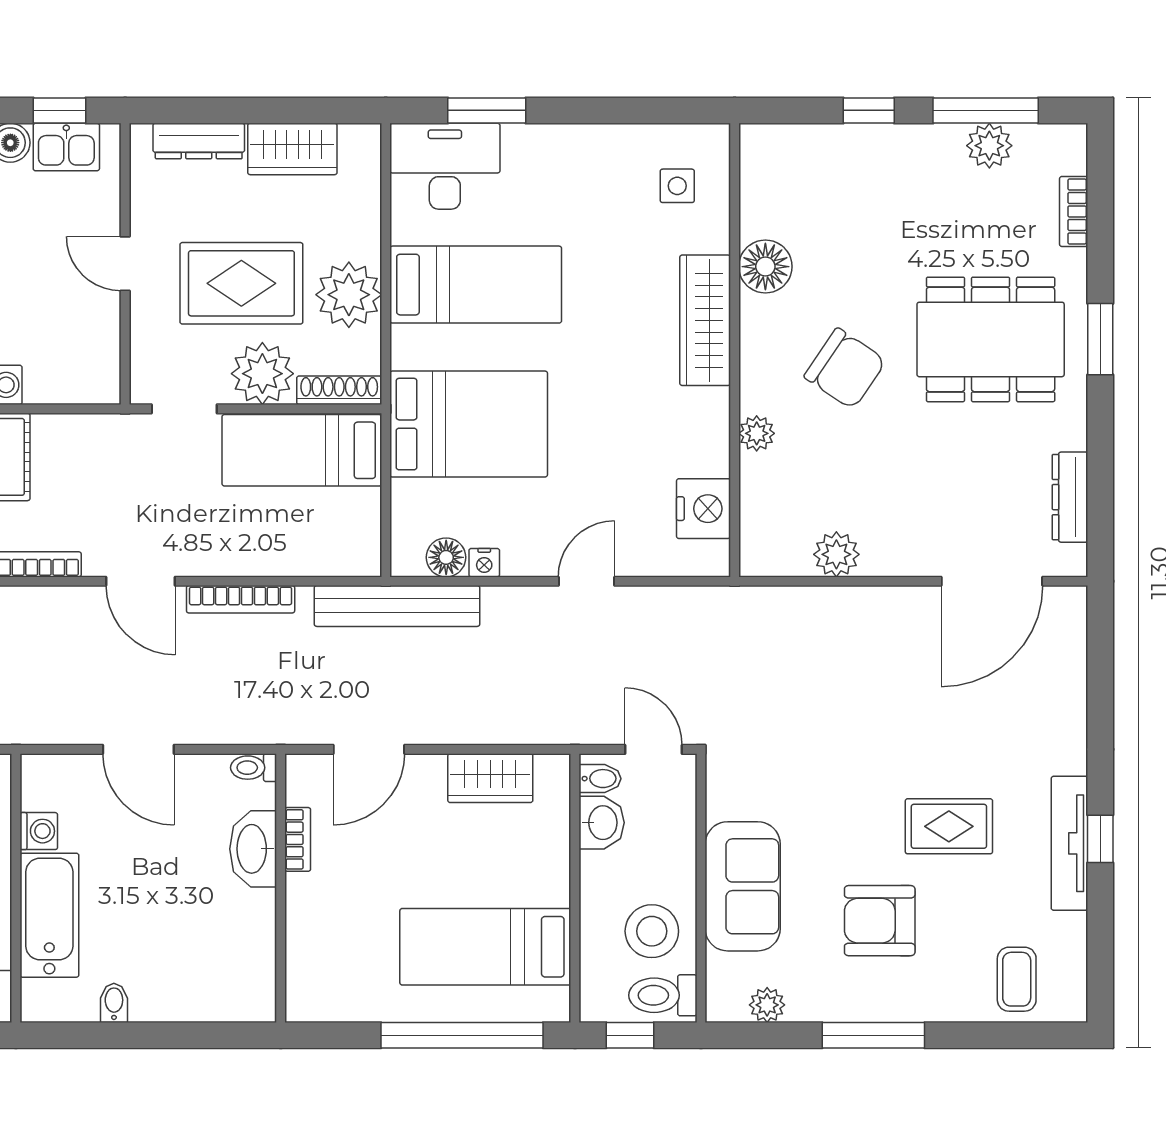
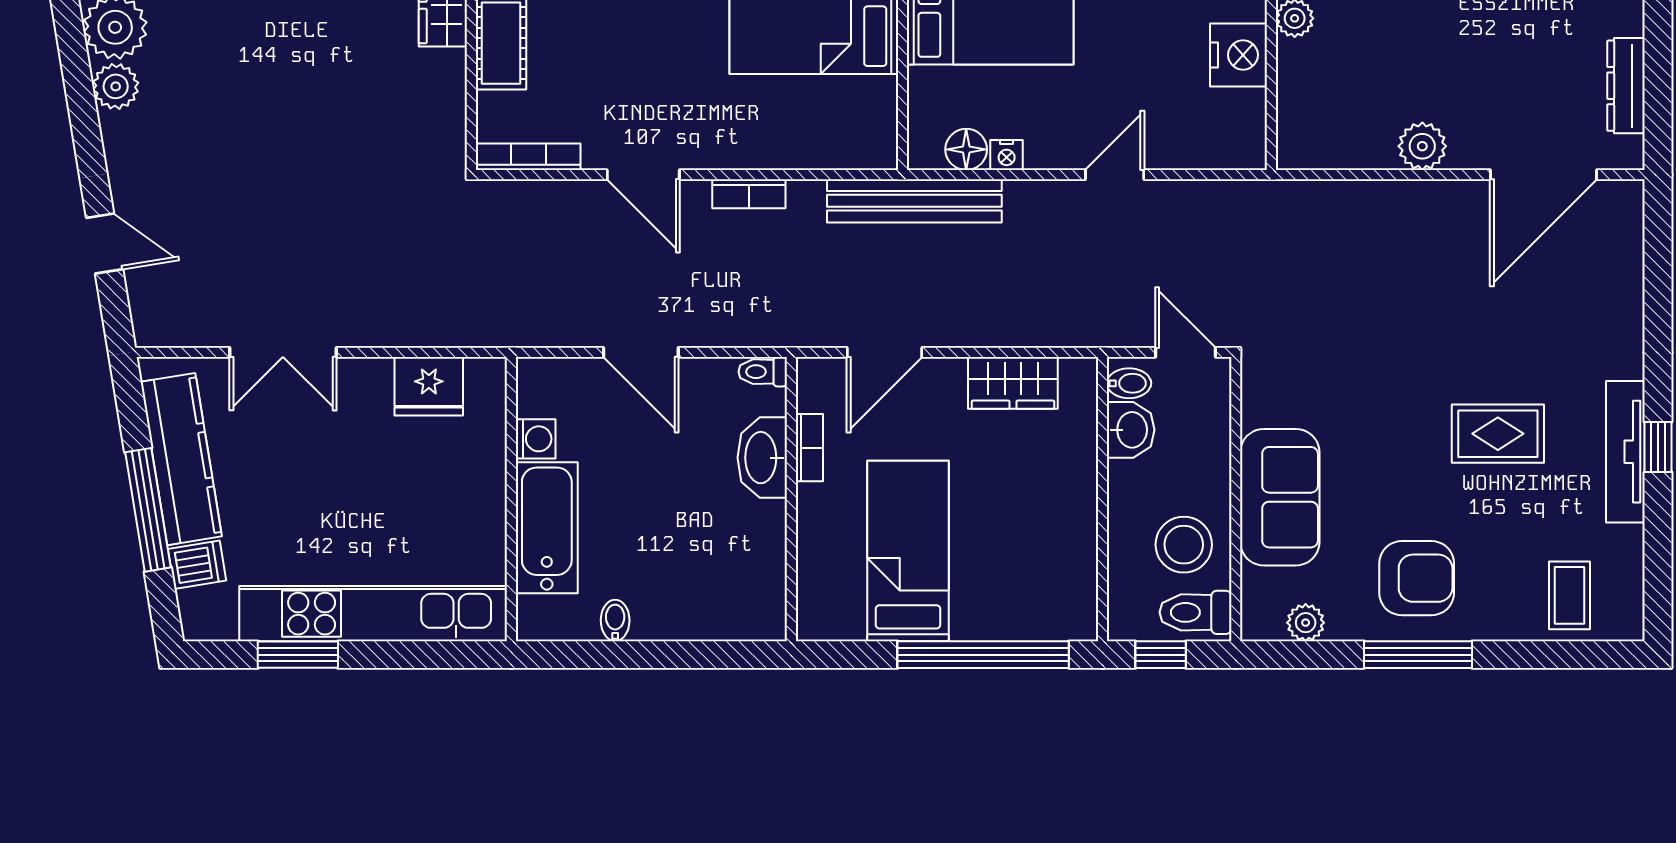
nightstand: (704, 509) -> (1238, 55), moved
plant: (836, 554) -> (1422, 146), moved
bookcase: (241, 599) -> (749, 194), width x0.64
armchair: (880, 921) -> (1417, 578), moved, turned 180
bed: (485, 947) -> (908, 551), moved, turned 90

